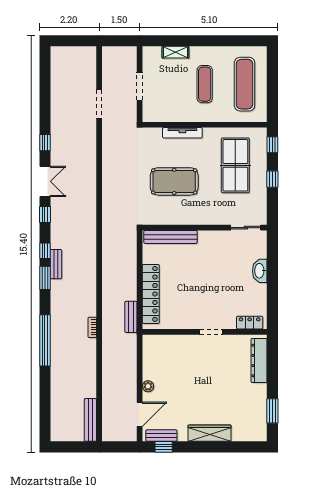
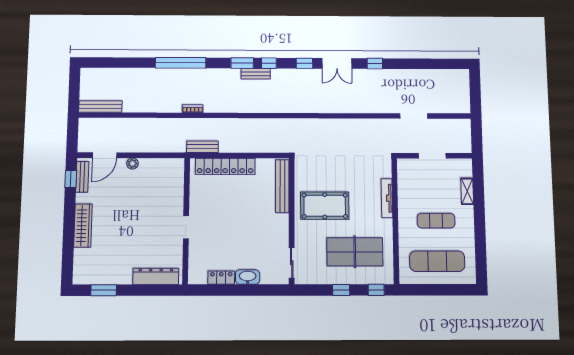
pool table: (174, 181) -> (325, 206), moved, turned 90
locker: (250, 323) -> (221, 278), moved, turned -90
door: (140, 414) -> (105, 155), hinge flipped

